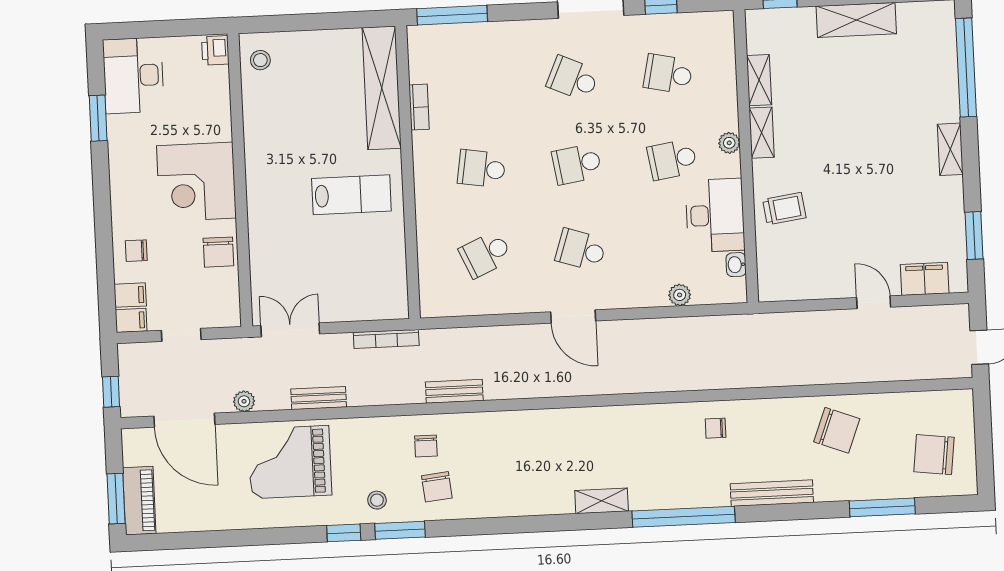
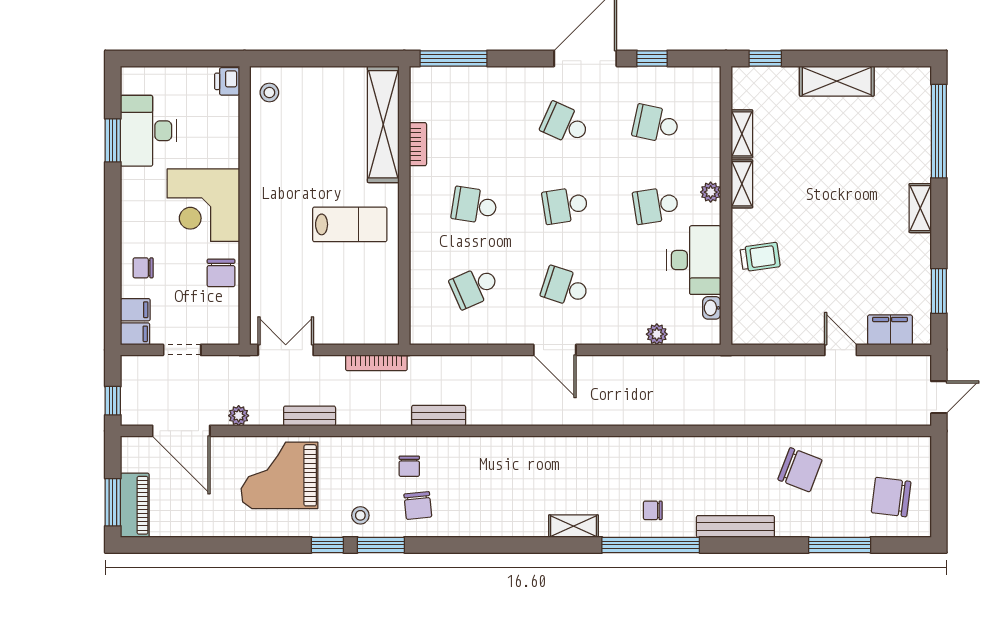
desk: (133, 75) -> (148, 131), moved
chair: (716, 428) -> (653, 510), moved

